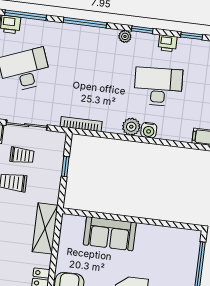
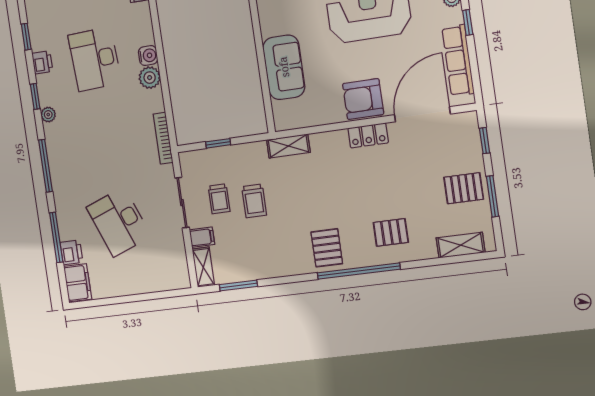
trolley: (22, 155) -> (219, 199), turned 180
shelving: (45, 228) -> (288, 146), width x0.67, depth x0.75

